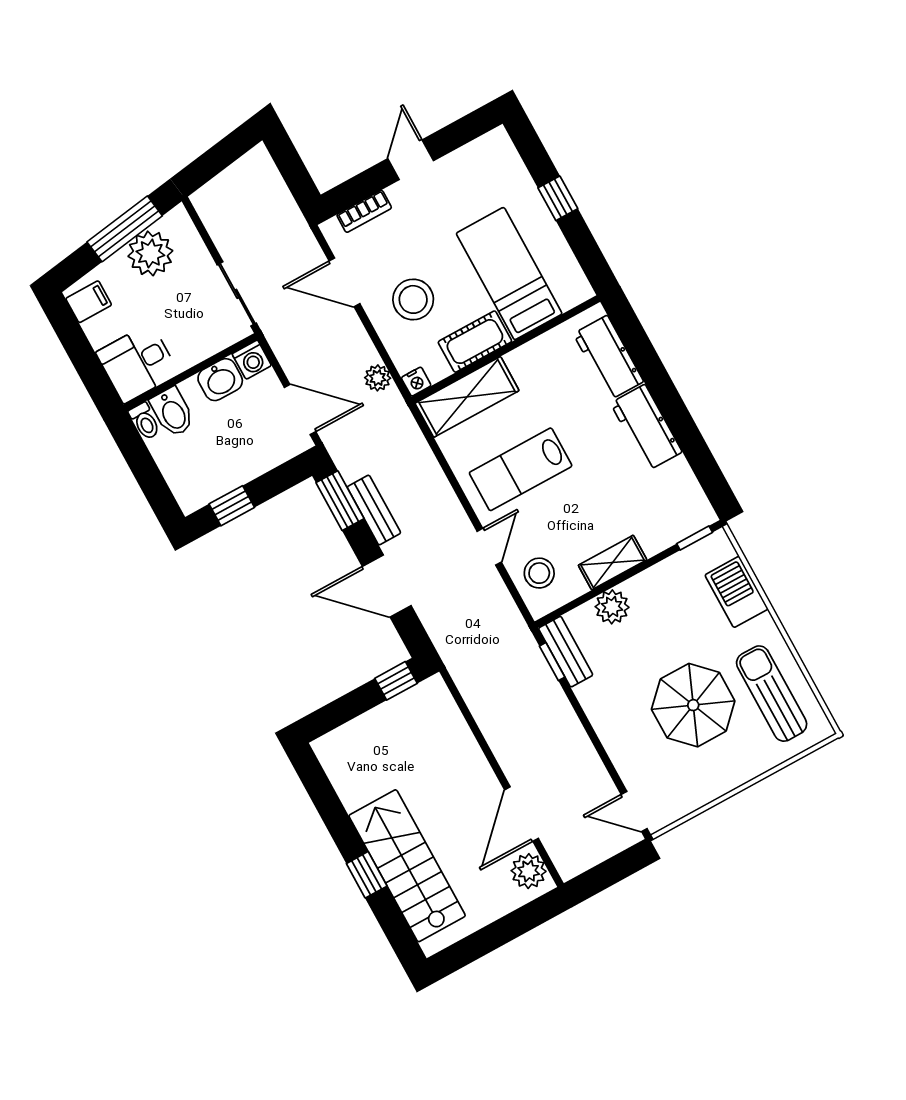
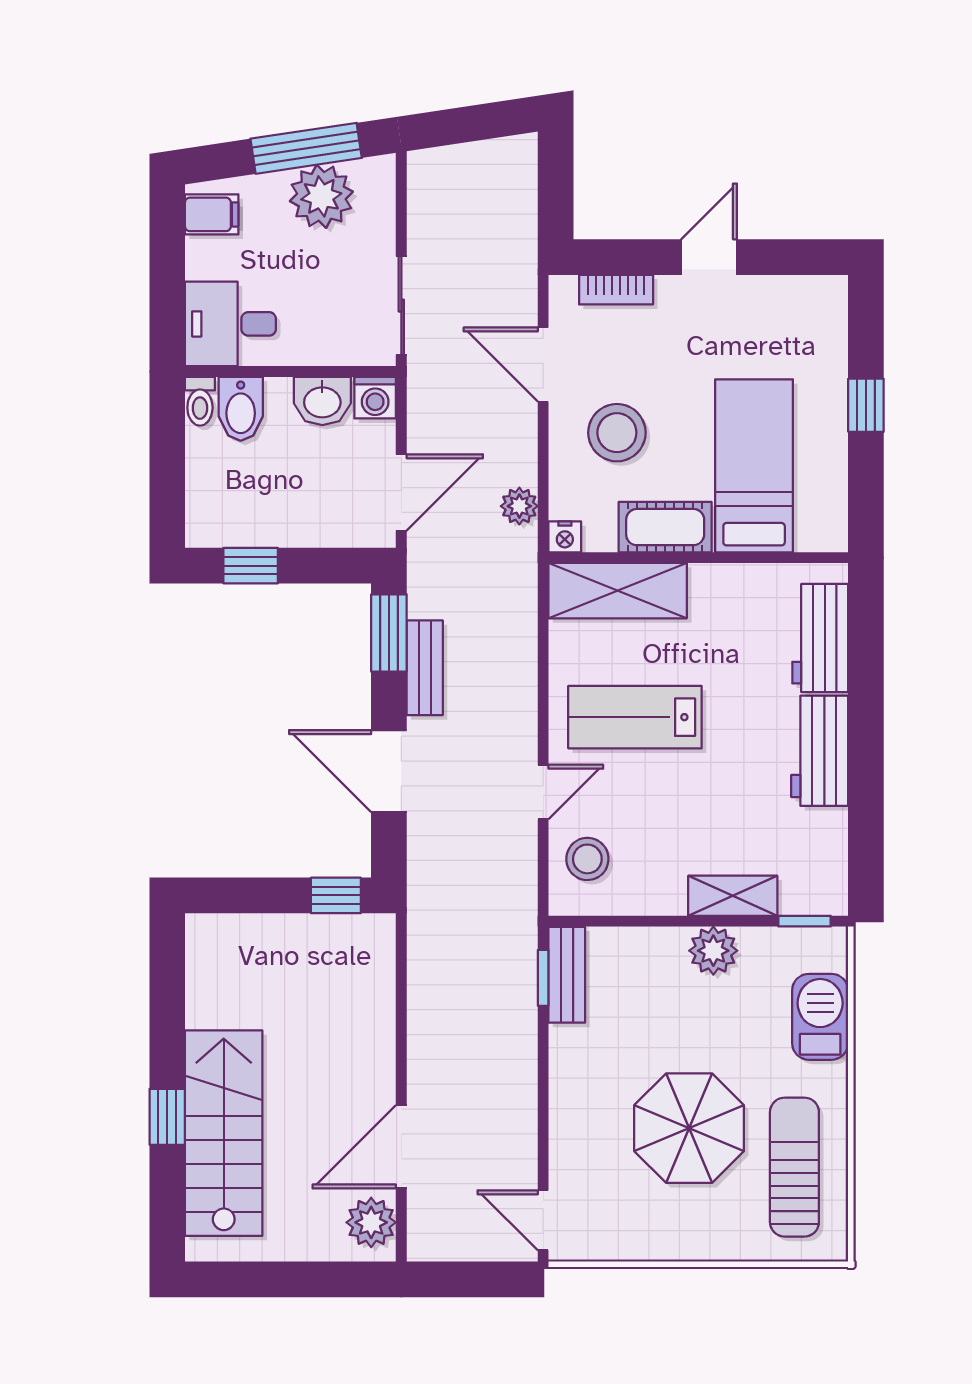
door: (300, 410) -> (401, 493), hinge flipped
shelving: (613, 563) -> (733, 896), moved
plant: (612, 607) -> (713, 951), moved

